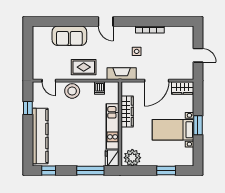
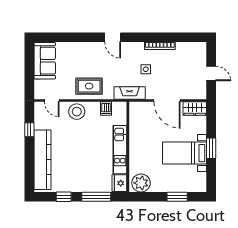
sofa: (69, 36) -> (45, 61), moved, turned -90
door: (157, 81) -> (167, 101), hinge flipped
wardrobe: (127, 111) -> (136, 133), removed
window: (49, 171) -> (64, 197), moved

